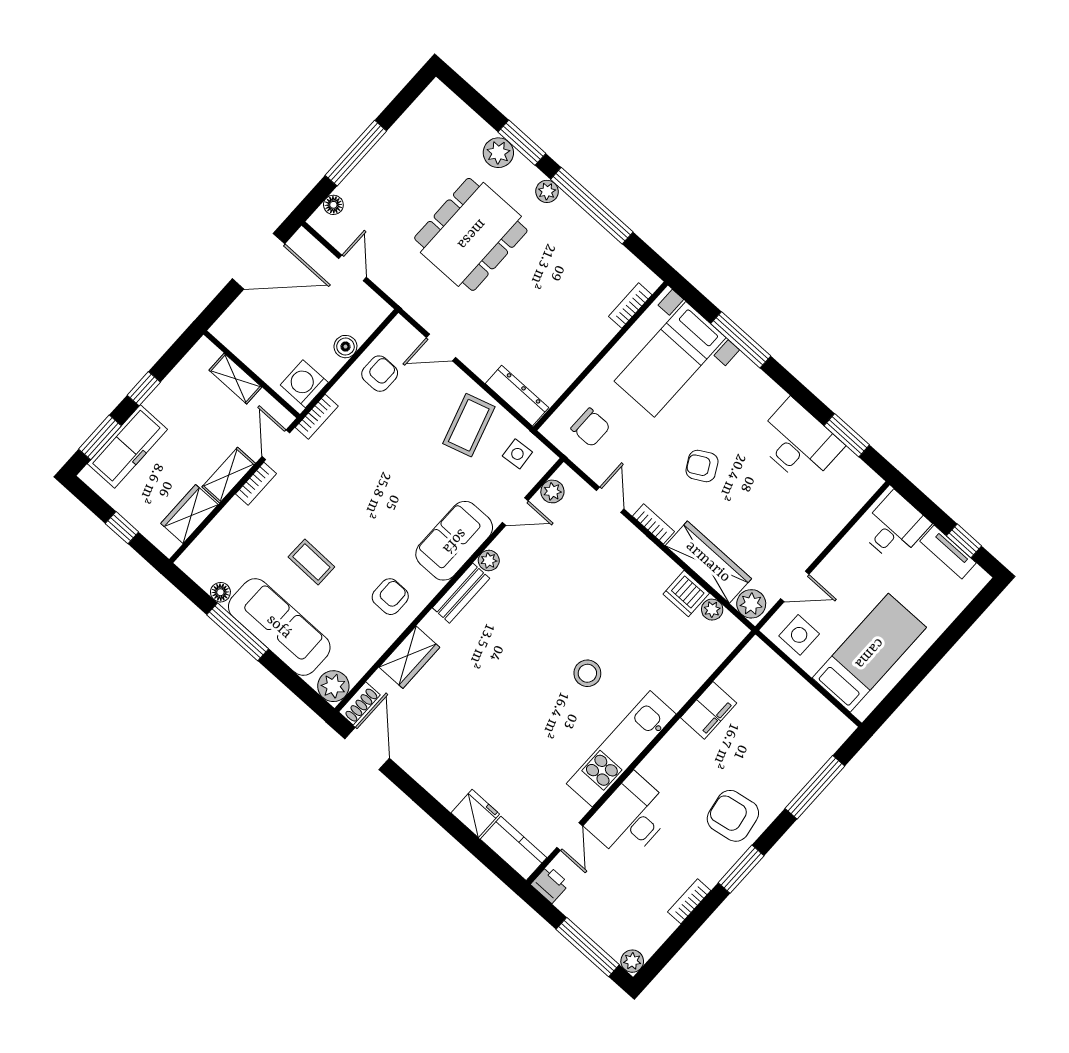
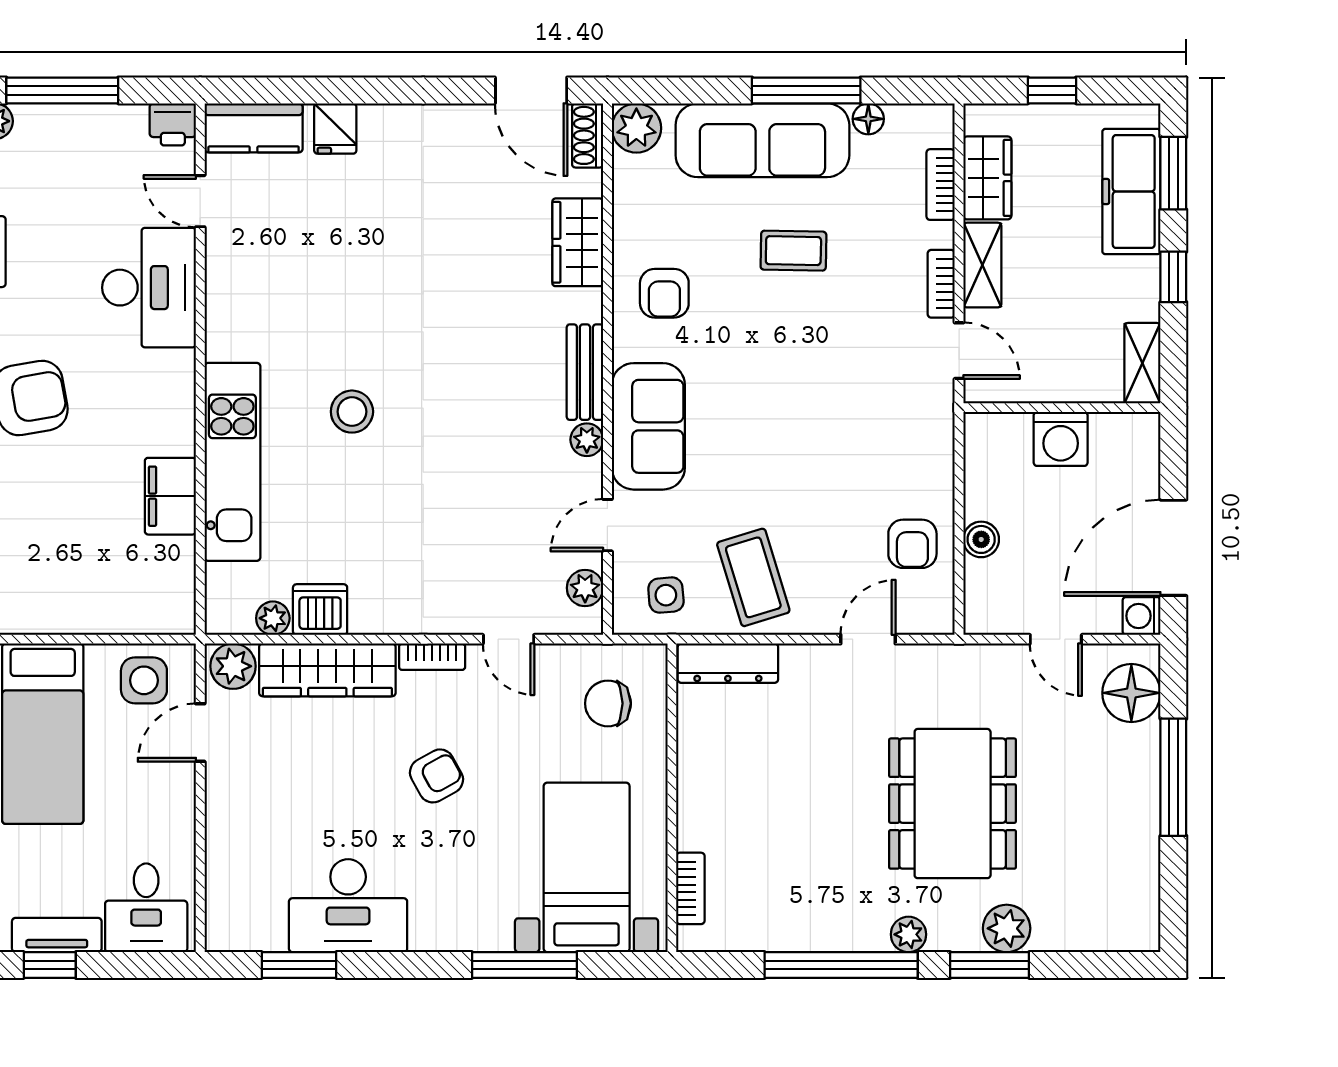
floor lamp: (333, 205) -> (1131, 693), width x1.89, depth x1.89
washing machine: (302, 243) -> (1142, 616), added
shelving: (235, 379) -> (1142, 363), moved, turned 90
washing machine: (304, 384) -> (1061, 439), moved, turned 90
bookcase: (317, 417) -> (941, 185), moved
kitchen unit: (621, 749) -> (232, 462), moved
fridge: (475, 813) -> (335, 129), width x0.72

